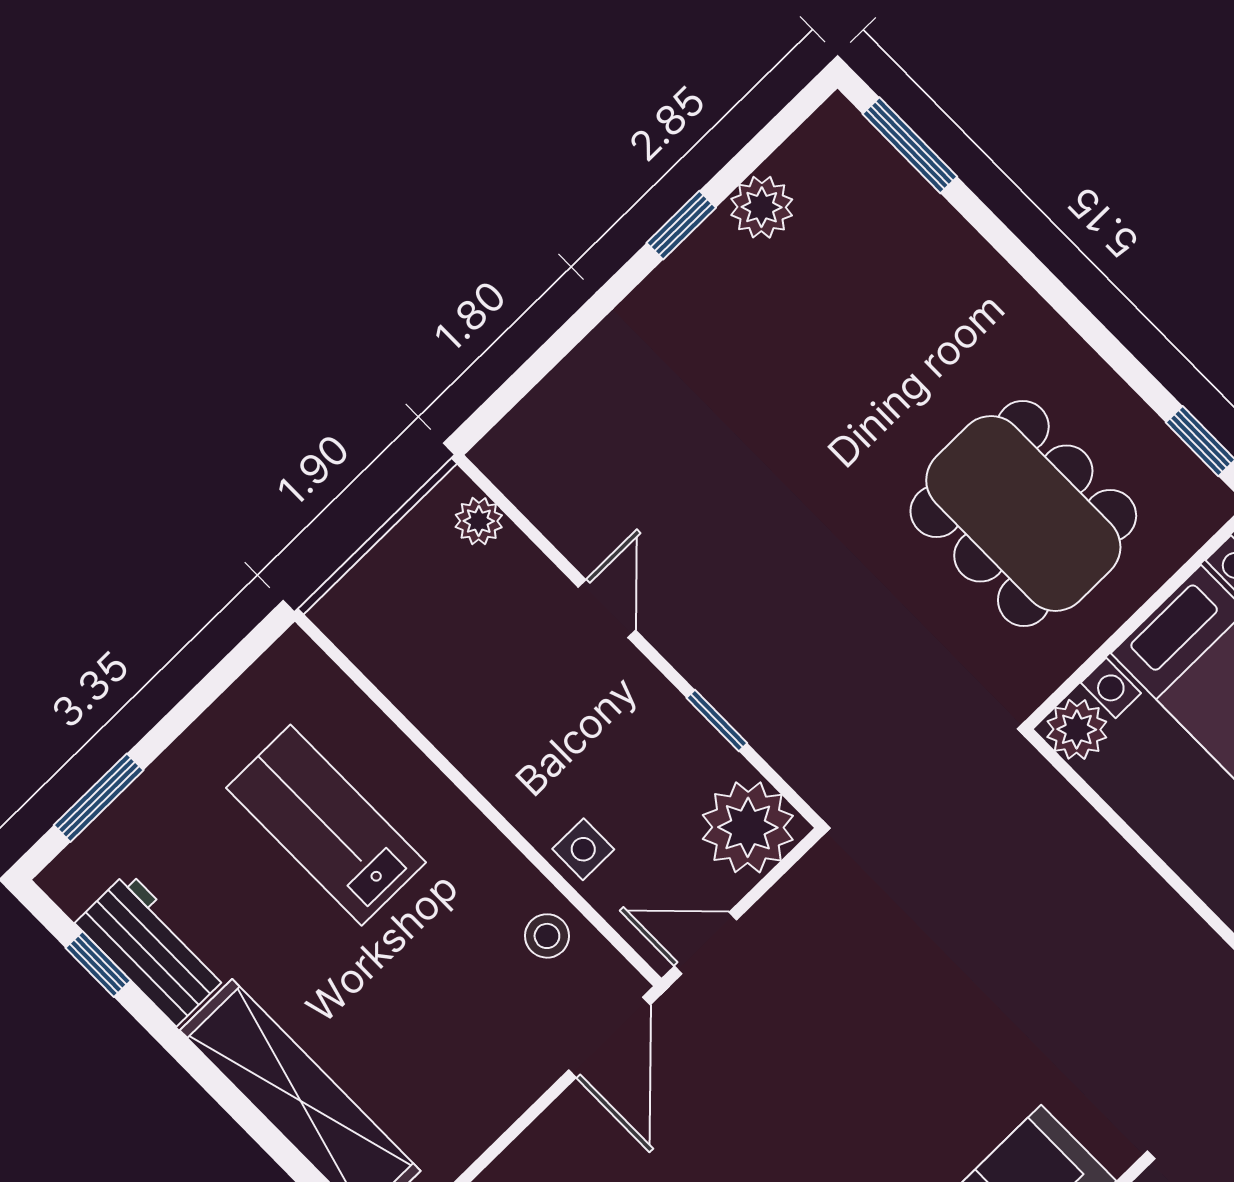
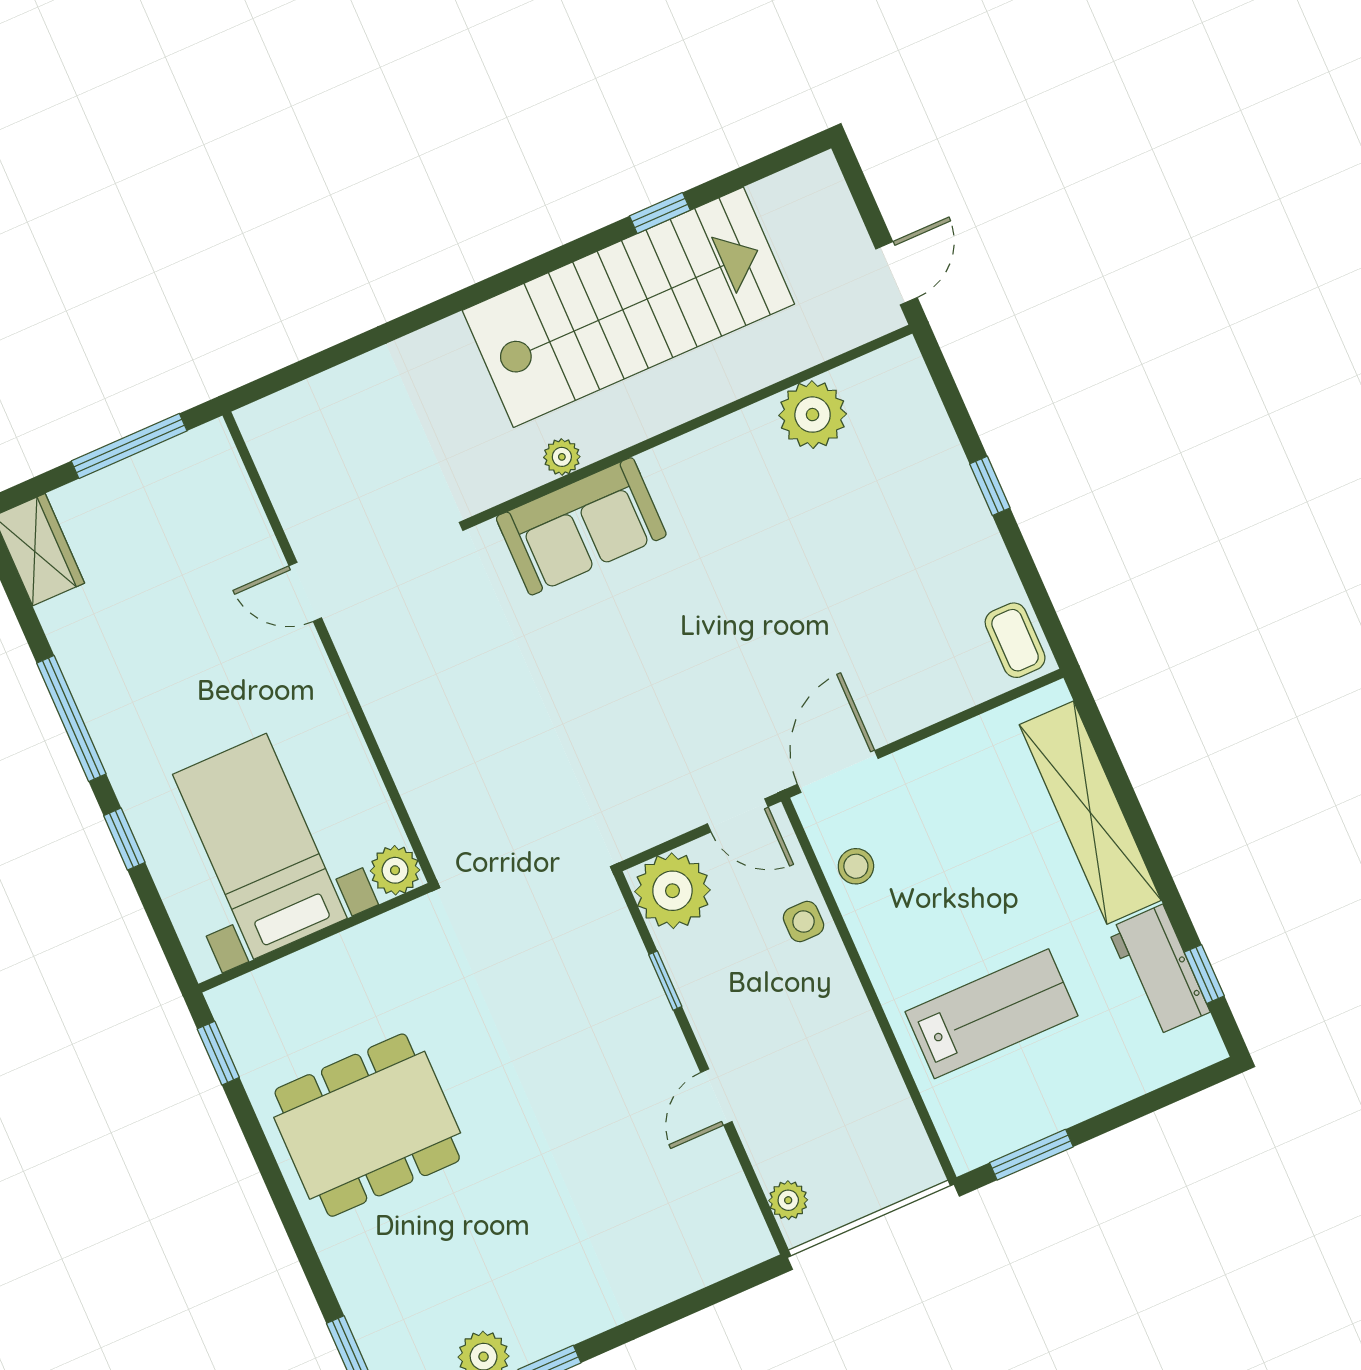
dining table: (1023, 513) -> (367, 1125), moved, turned 90
window: (99, 798) -> (1031, 1155), moved
lab bench: (326, 825) -> (991, 1014), turned -90

